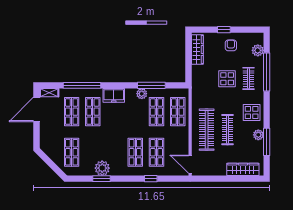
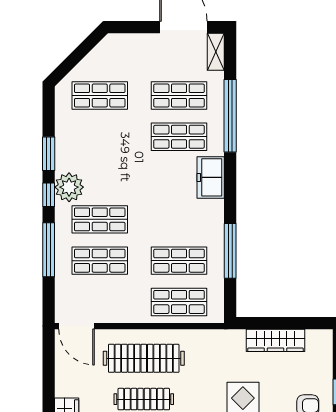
wardrobe: (197, 50) -> (275, 340), moved
plant: (142, 94) -> (214, 232), removed
door: (190, 164) -> (77, 326), swing flipped
plant: (102, 168) -> (69, 187), moved
window: (123, 179) -> (49, 195), added
window: (151, 179) -> (49, 250), width x2.17

